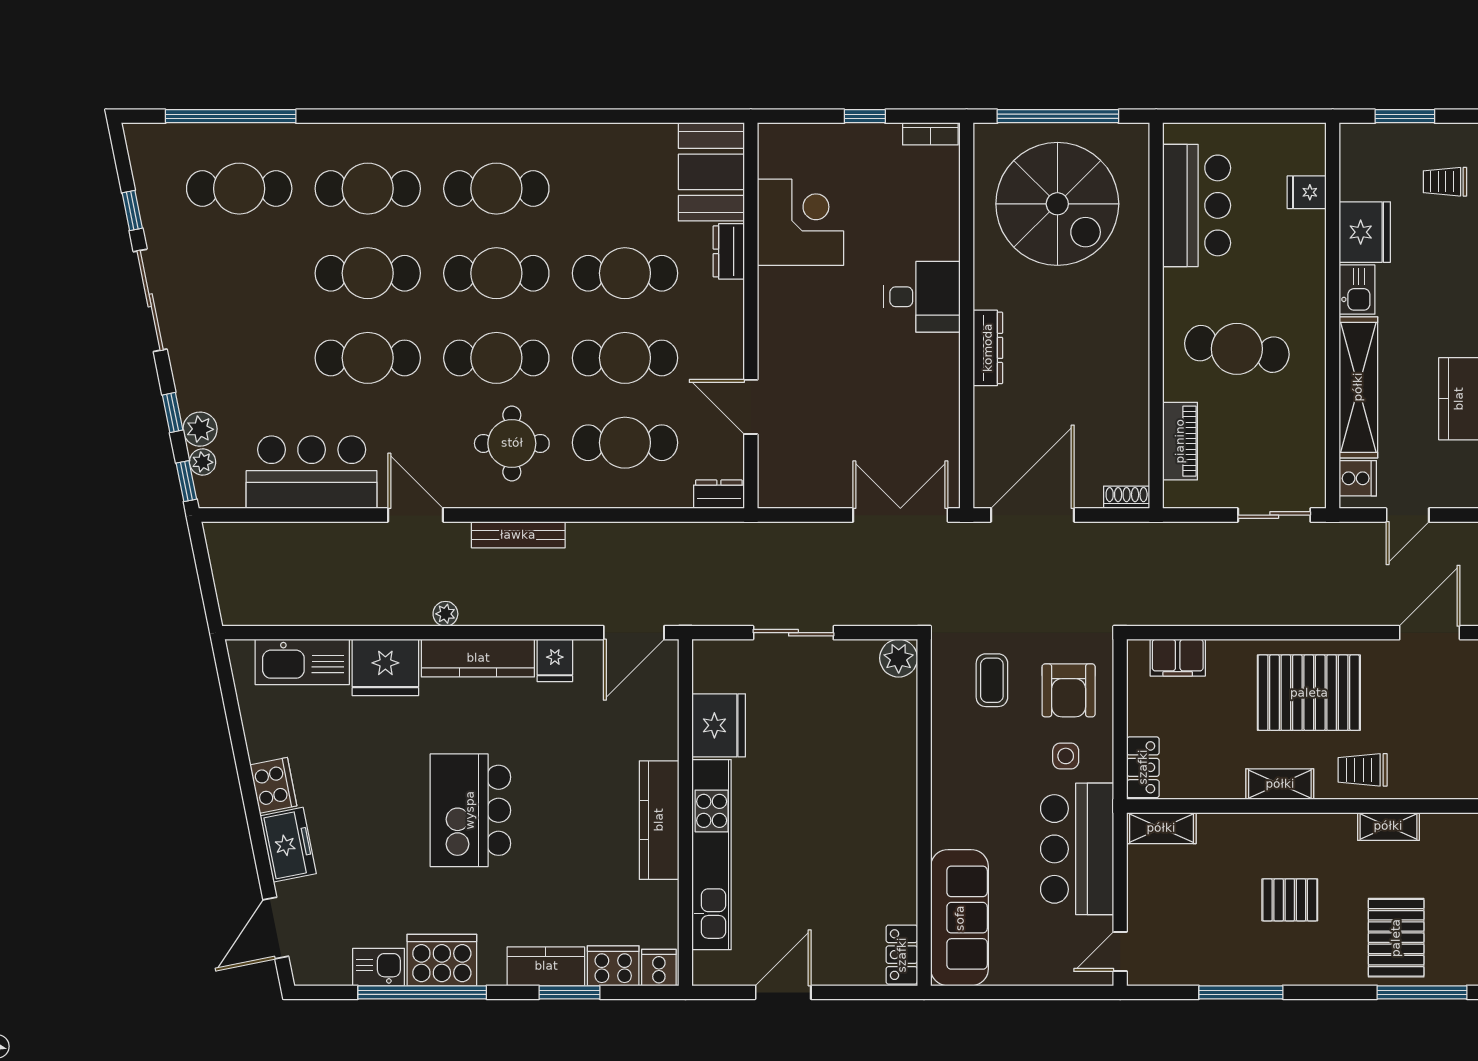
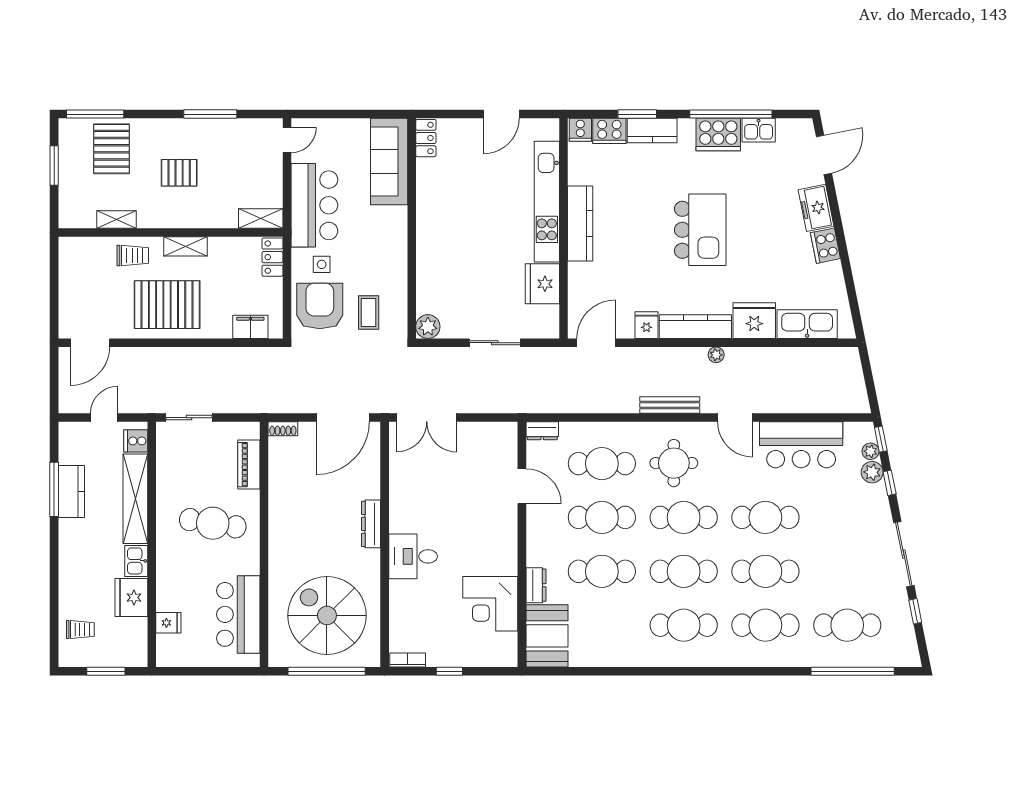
armchair: (1069, 690) -> (320, 306), width x1.36, depth x1.36

